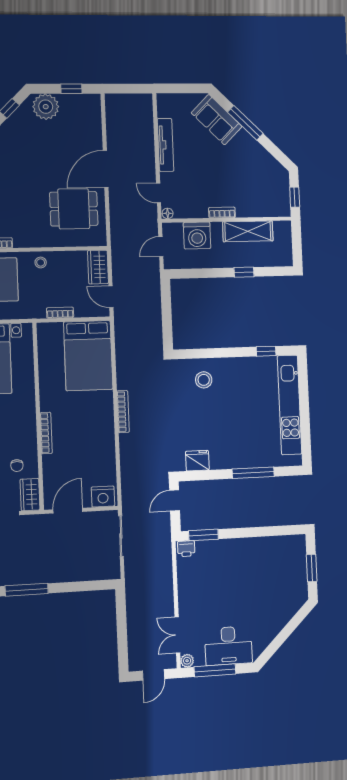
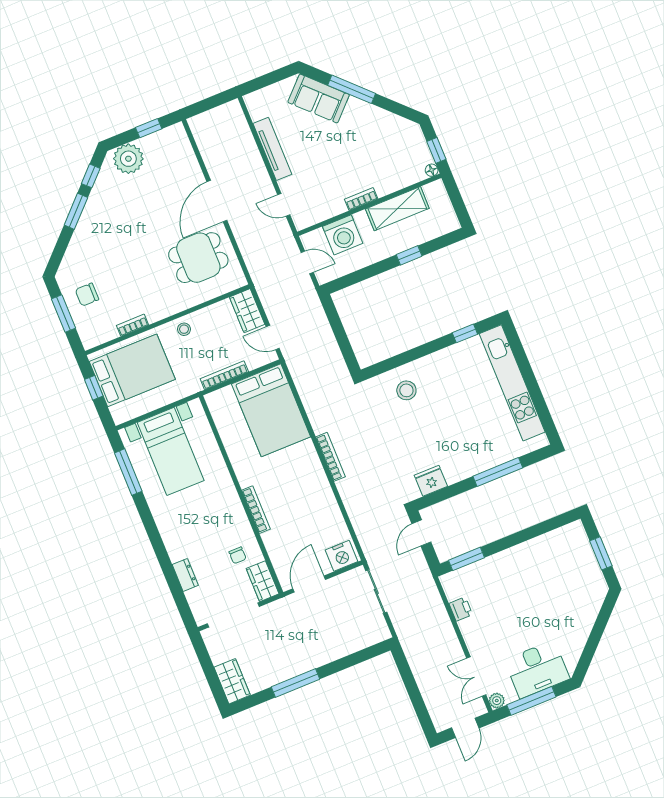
floor lamp: (168, 213) -> (432, 170), moved
door: (161, 247) -> (307, 262), swing flipped
bookcase: (60, 313) -> (224, 375), width x1.56
printer: (186, 549) -> (461, 609), moved, turned -90

